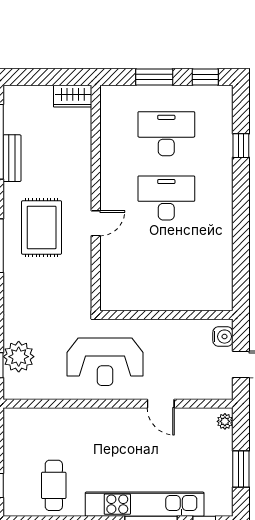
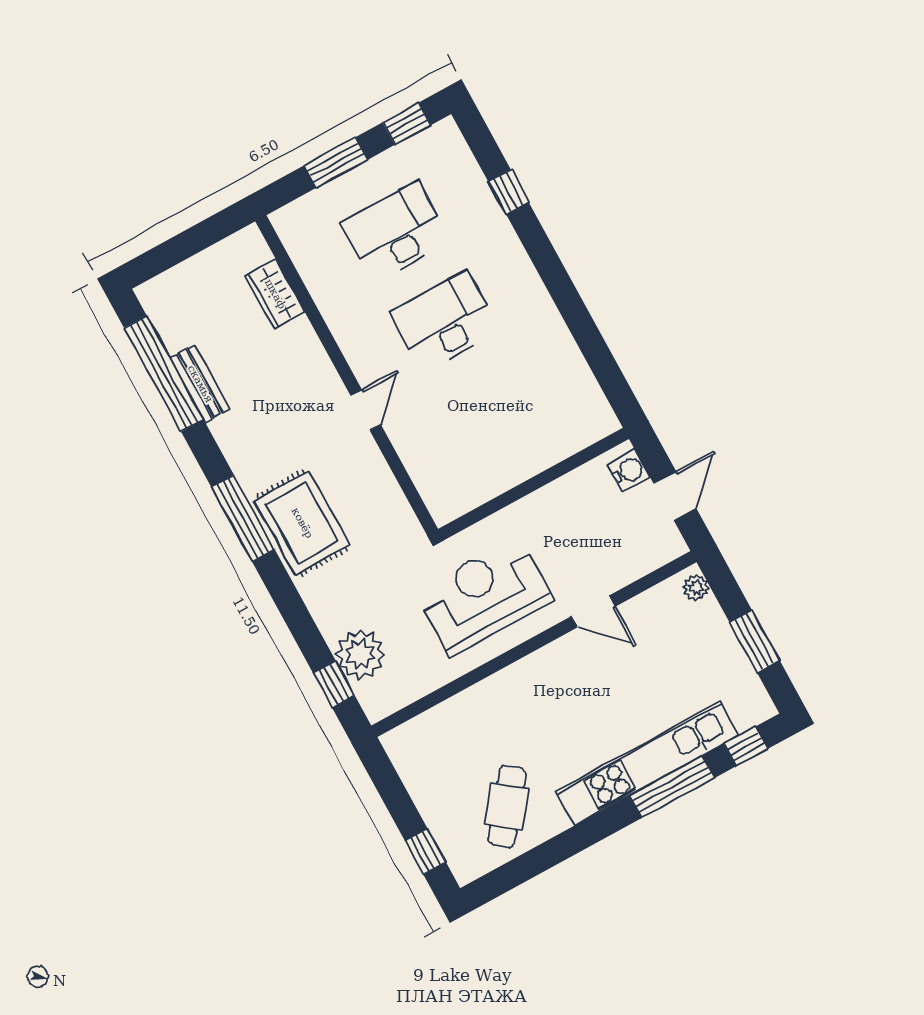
wardrobe: (73, 96) -> (275, 294), moved, turned 90
rug: (42, 227) -> (302, 523), moved
reception desk: (105, 362) -> (484, 596), turned 180
cafe table: (54, 485) -> (507, 806), turned 38

